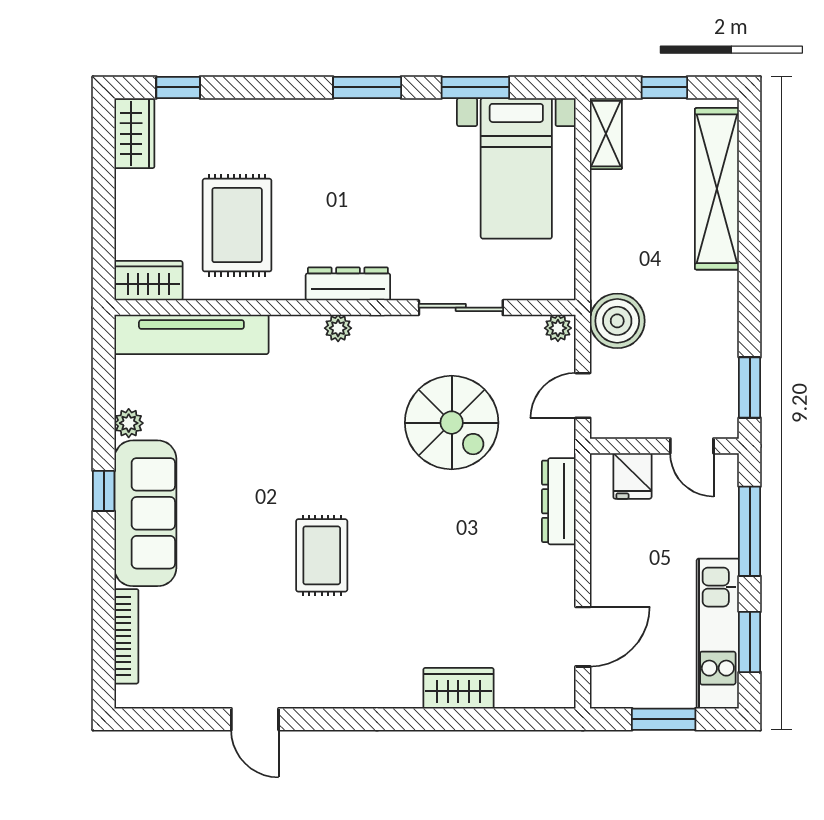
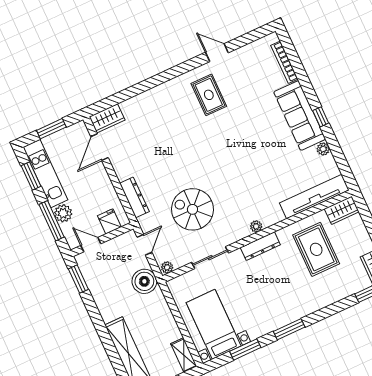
plant: (719, 536) -> (63, 213), added
rug: (322, 555) -> (209, 95), moved
wardrobe: (458, 688) -> (107, 118), moved

